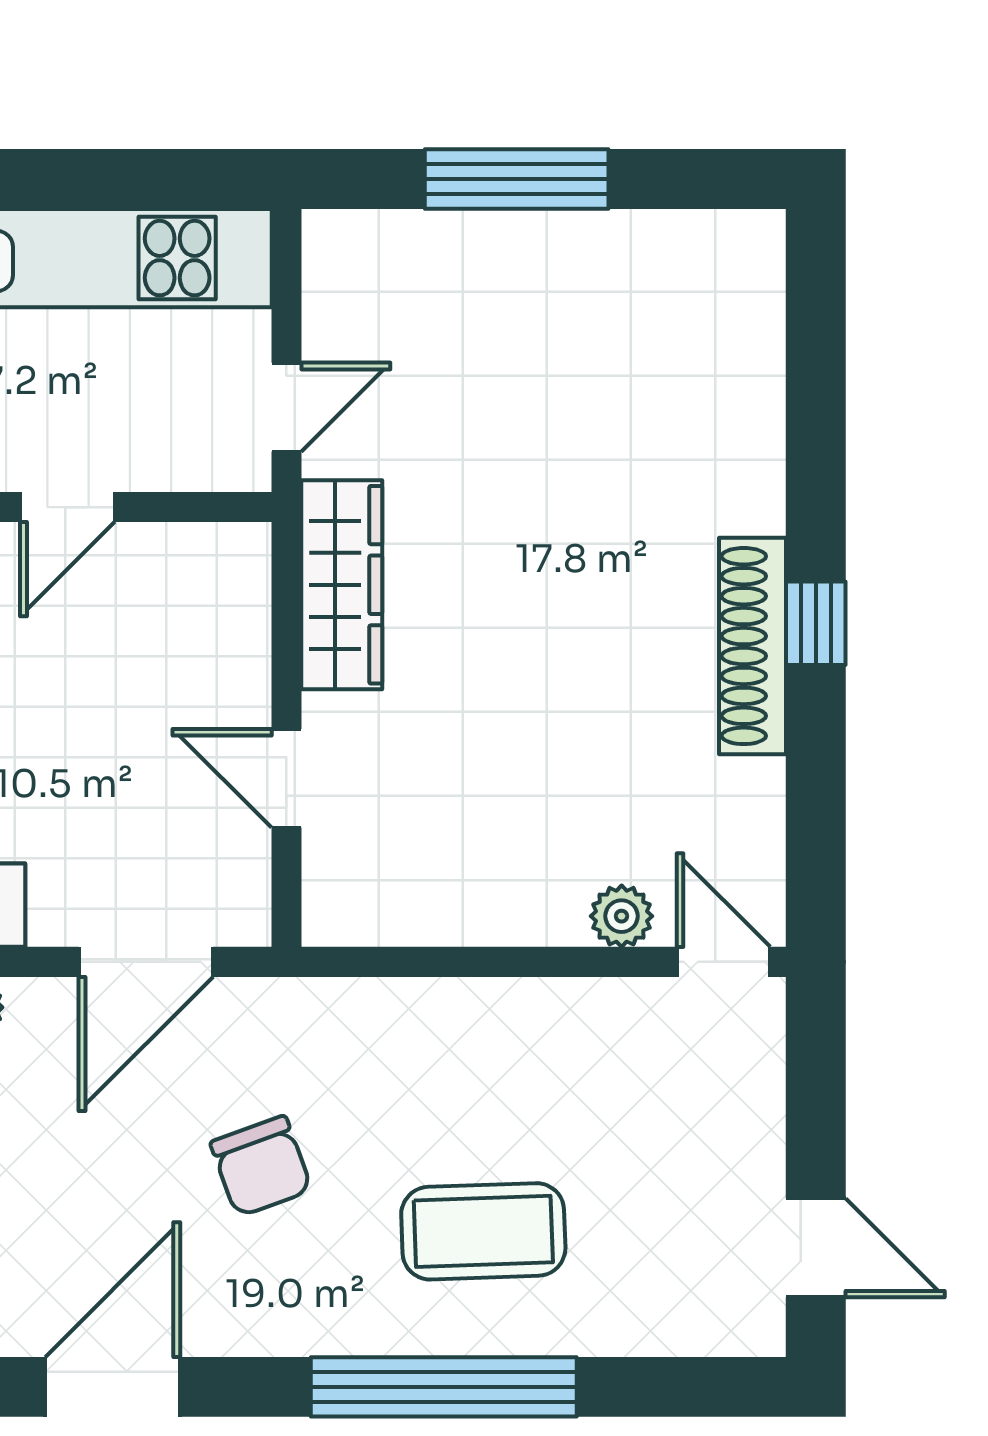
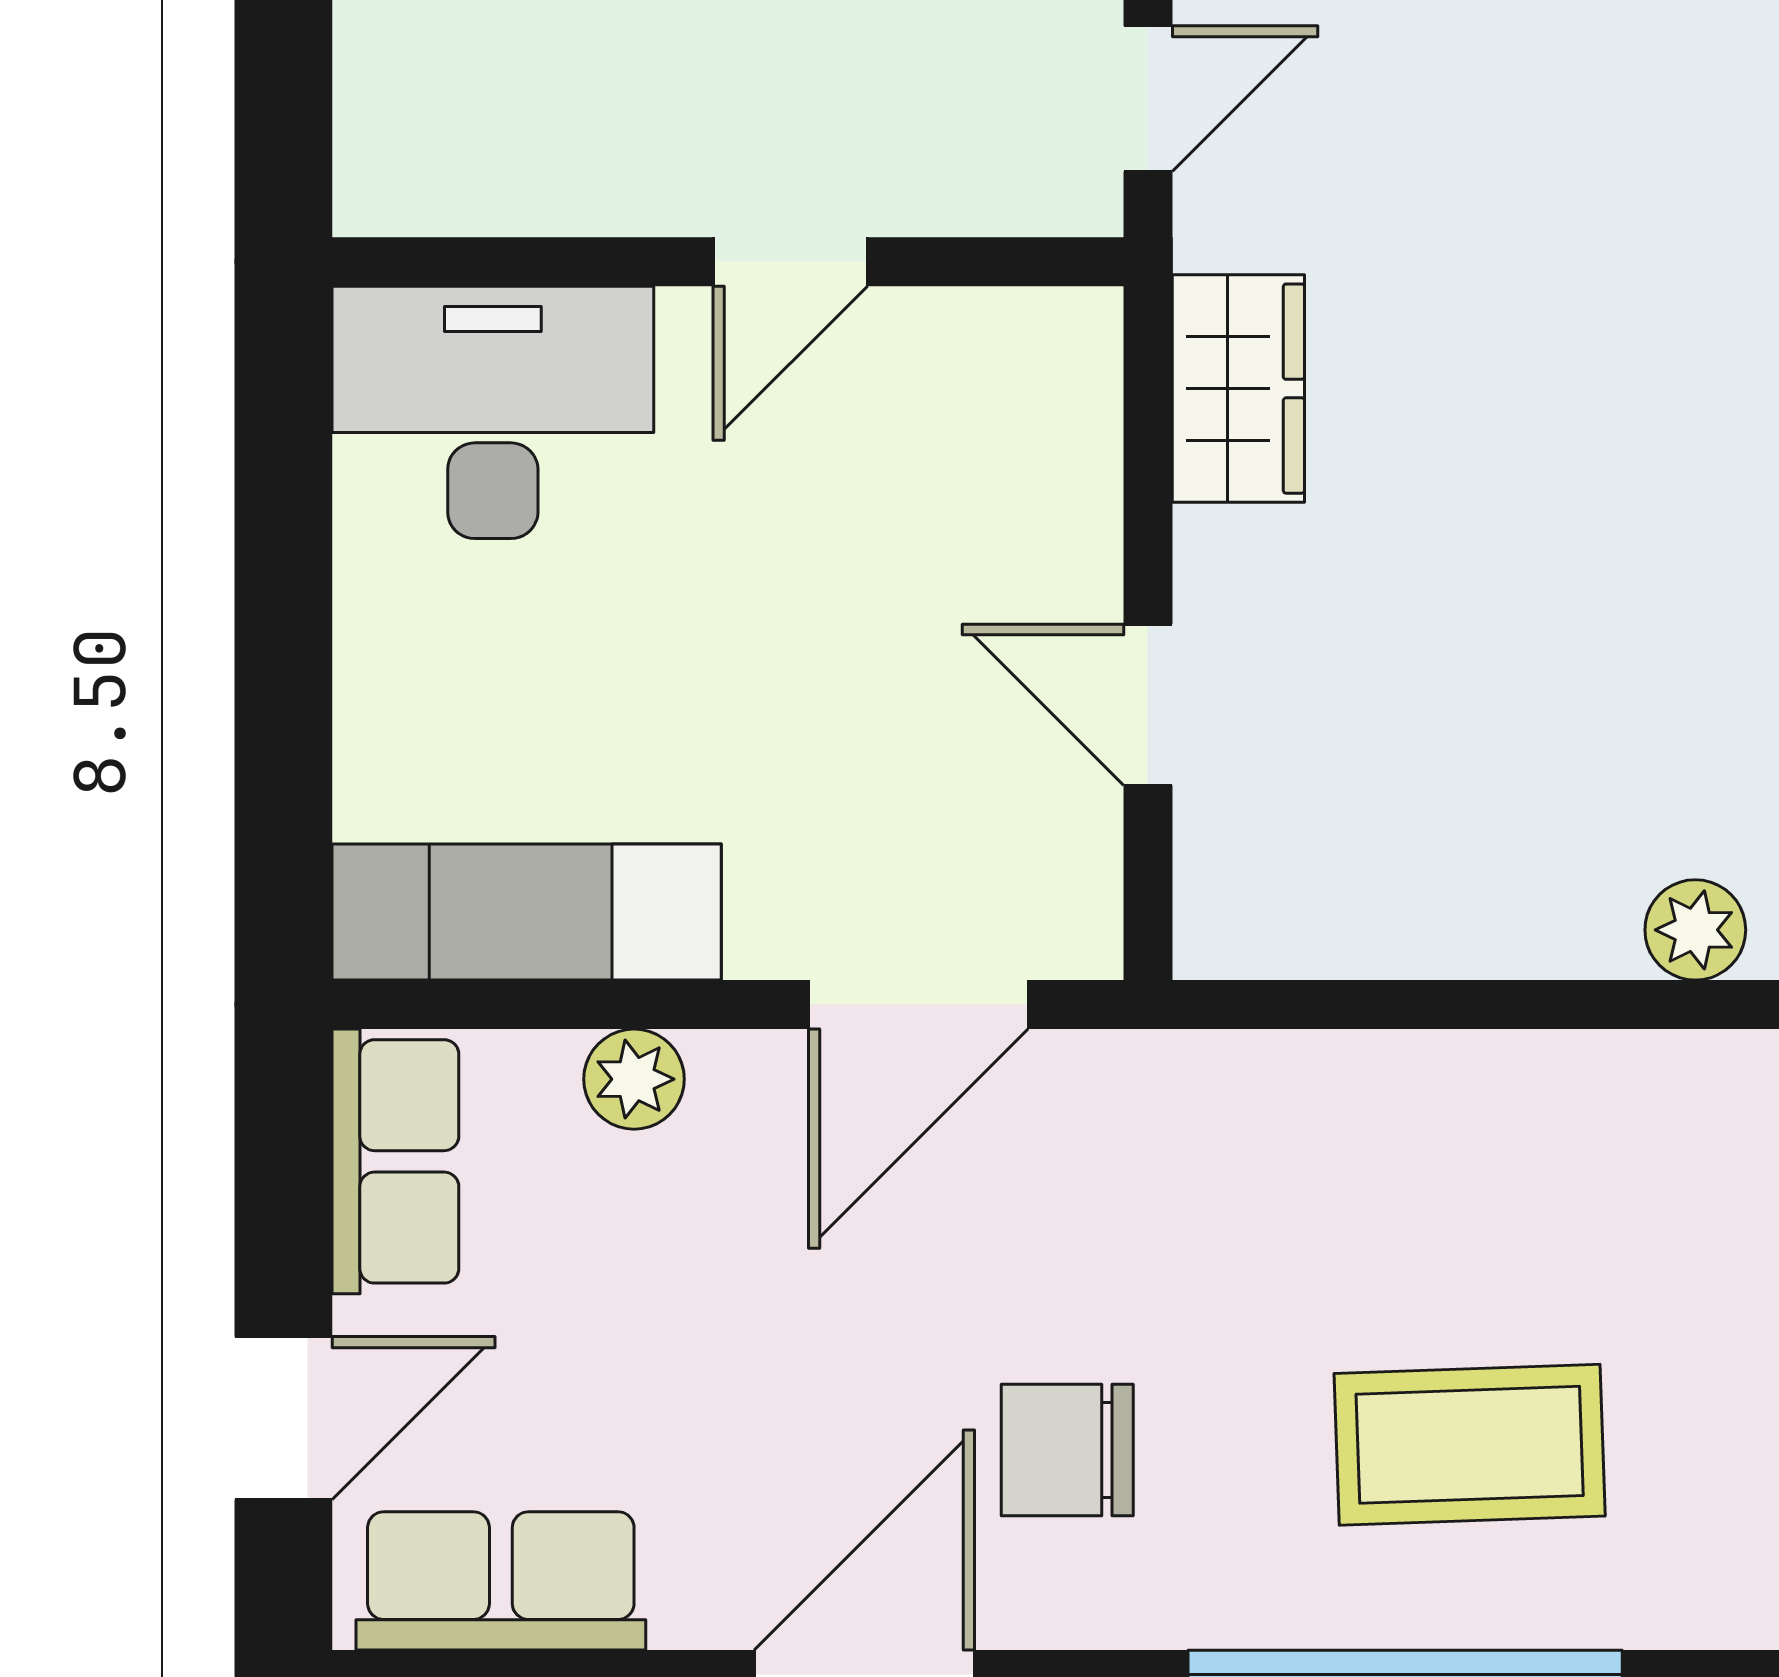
wardrobe: (342, 585) -> (1238, 389), width x0.67
chair: (261, 1166) -> (1067, 1450), moved, turned 110

